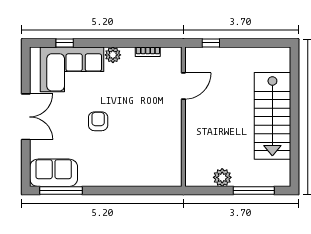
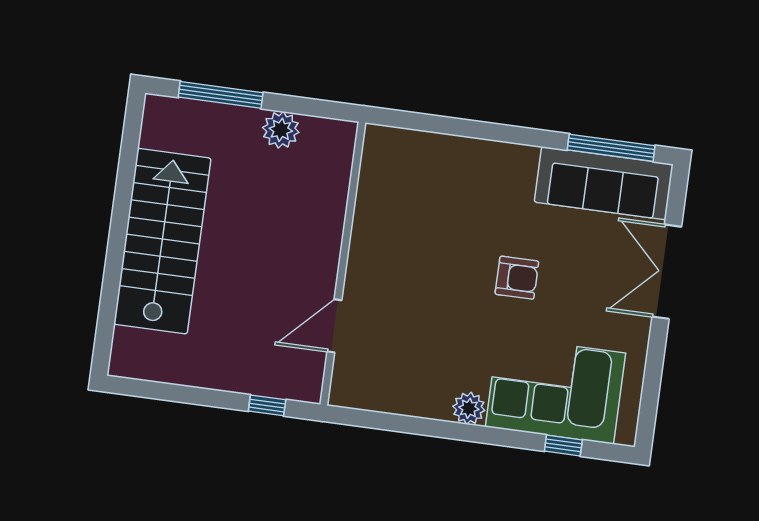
bookcase: (148, 52) -> (397, 405), removed
double door: (26, 117) -> (667, 272), moved
armchair: (98, 121) -> (517, 278), turned -90
sofa: (54, 173) -> (604, 183), width x1.36

